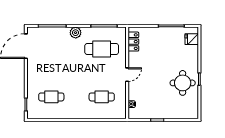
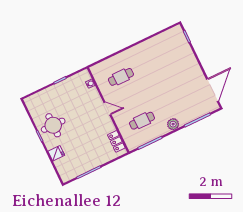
fridge: (192, 39) -> (56, 153), moved
cafe table: (102, 49) -> (142, 121), width x0.73, depth x0.74
door: (127, 75) -> (107, 109), swing flipped
cafe table: (51, 97) -> (167, 55), removed

